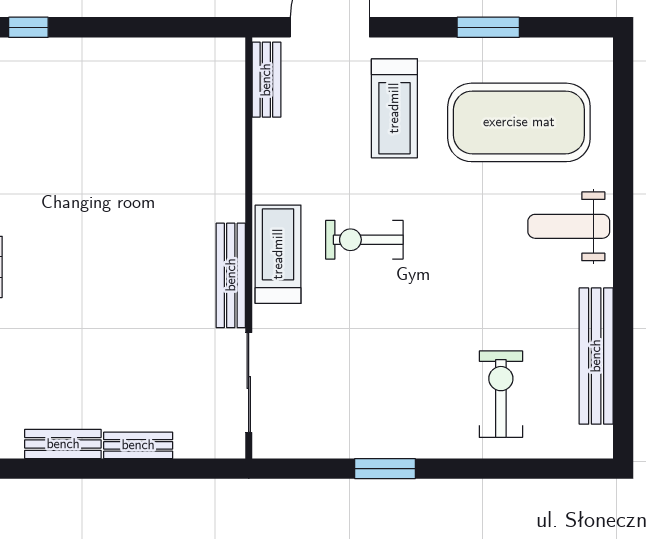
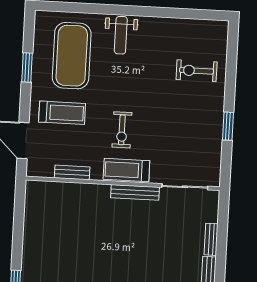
bench: (266, 80) -> (72, 172), moved
bench: (596, 356) -> (181, 26), removed

